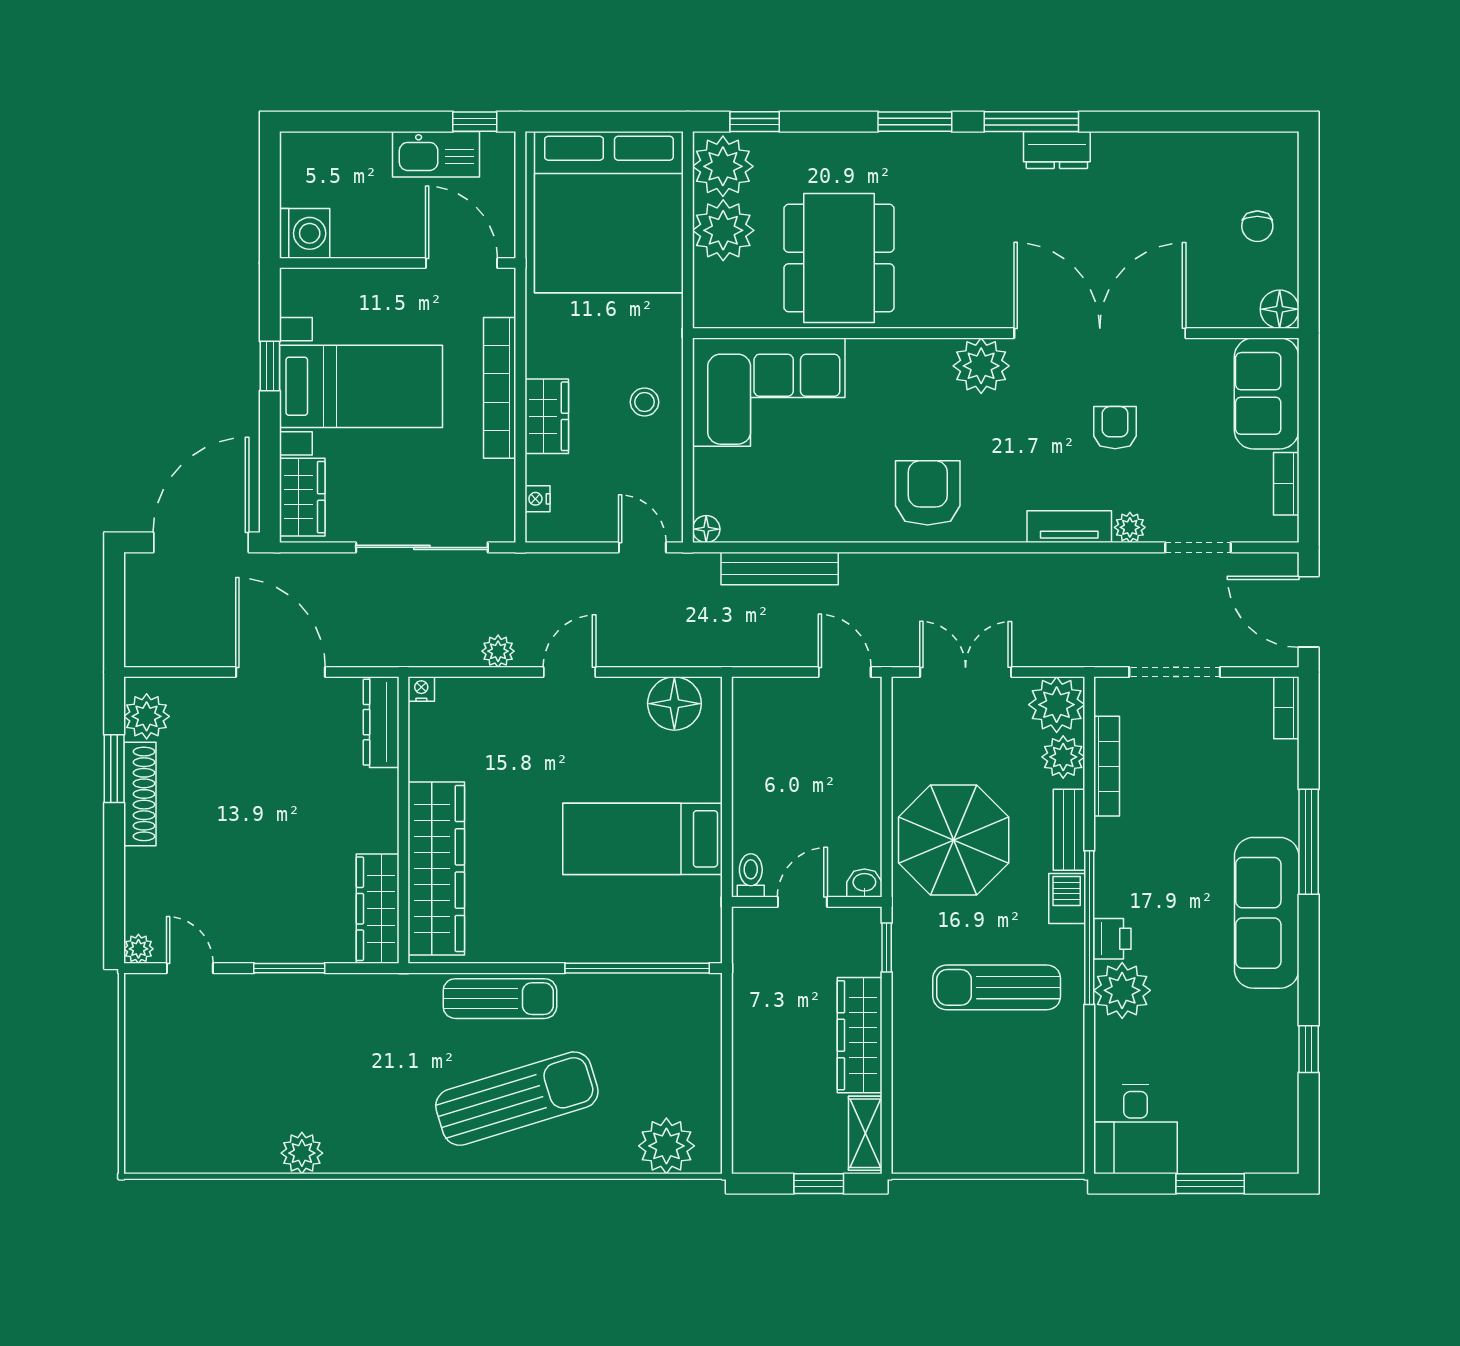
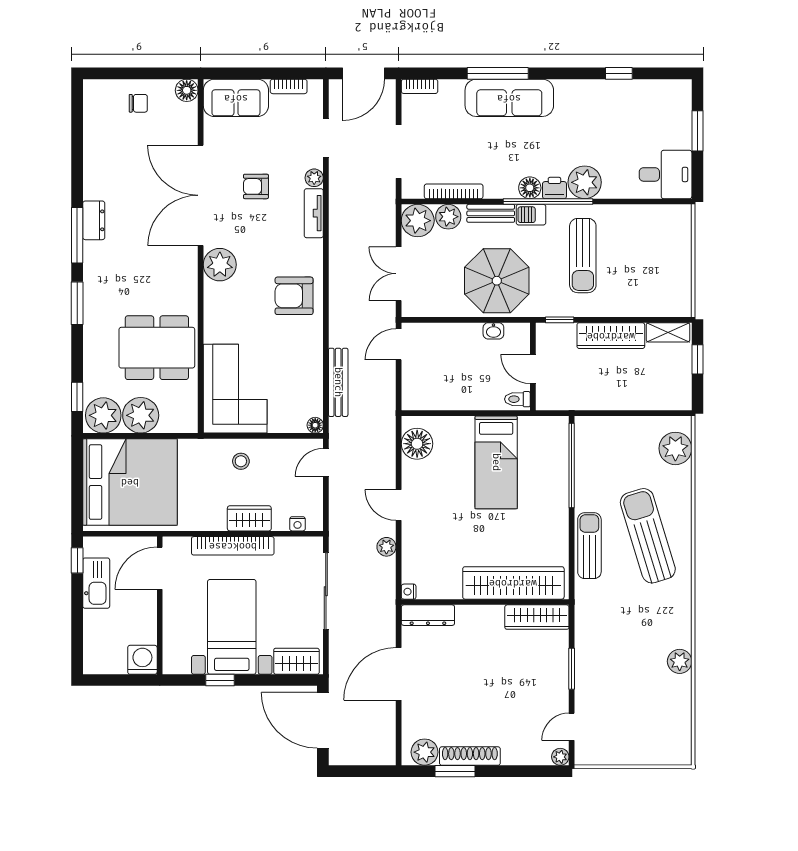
washbasin: (864, 883) -> (493, 331), moved, turned -90
floor lamp: (1113, 896) -> (530, 188), added
sofa: (1267, 913) -> (509, 98), moved

